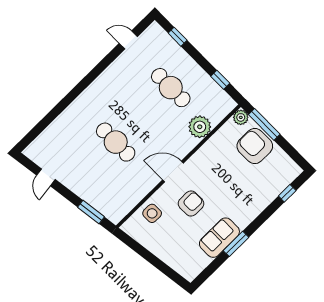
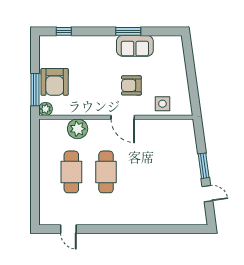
window: (178, 37) -> (35, 200), removed
window: (220, 80) -> (35, 146), removed
cafe table: (116, 142) -> (106, 172), moved
door: (46, 177) -> (207, 194), hinge flipped
window: (91, 212) -> (204, 166), moved

